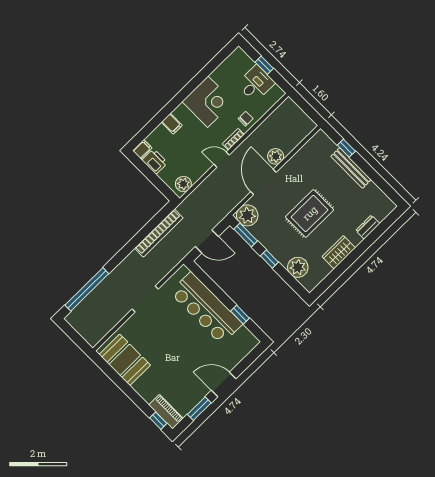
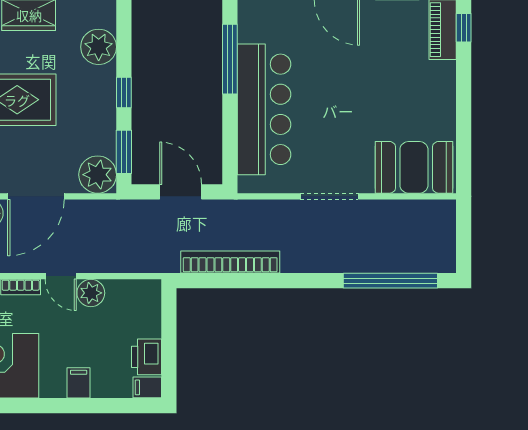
plant: (183, 184) -> (91, 293), moved
window: (240, 315) -> (230, 59), width x2.17
booth: (125, 360) -> (414, 167), moved, turned 90

